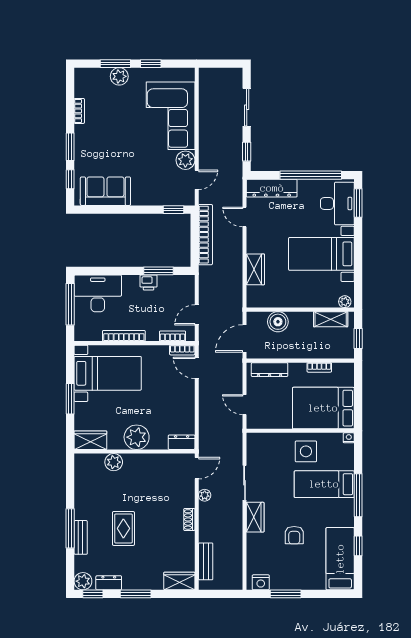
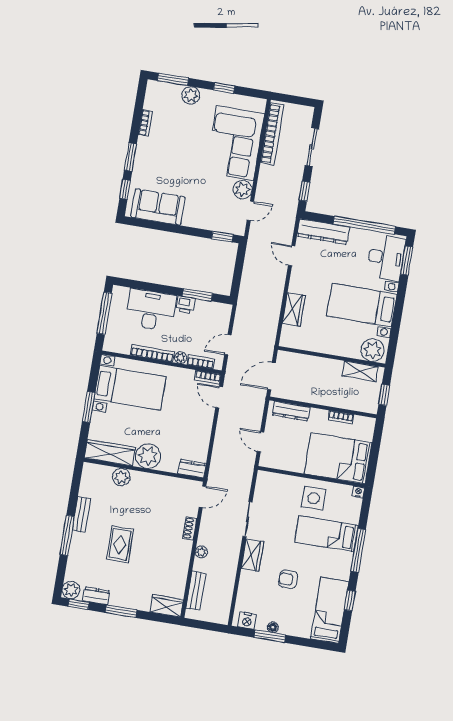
window: (115, 64) -> (173, 79), moved
bookcase: (205, 235) -> (272, 134), moved
desk: (98, 293) -> (151, 310), moved
plant: (345, 302) -> (373, 350), width x1.87, depth x1.87
boiler: (278, 322) -> (307, 365), removed
plant: (152, 335) -> (181, 358), added
wardrobe: (90, 440) -> (110, 453), width x1.50
plant: (205, 495) -> (201, 552), moved
shoe rack: (189, 519) -> (190, 528), moved
armchair: (294, 535) -> (288, 579), turned 90
bench: (81, 537) -> (81, 514), moved
floor lamp: (287, 585) -> (273, 627), added

